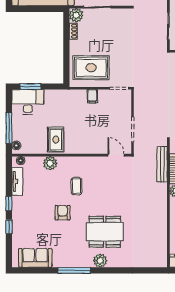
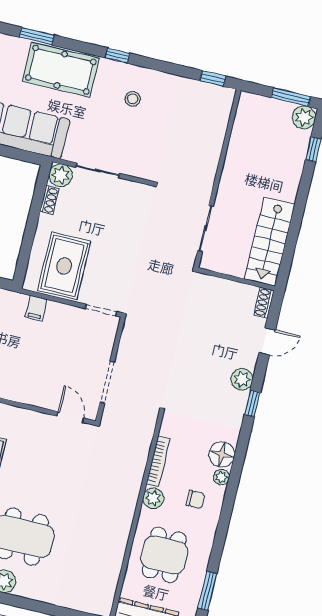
rug: (91, 68) -> (64, 266), turned 90
filing cabinet: (92, 96) -> (36, 308), moved
bench: (162, 164) -> (142, 450), removed

